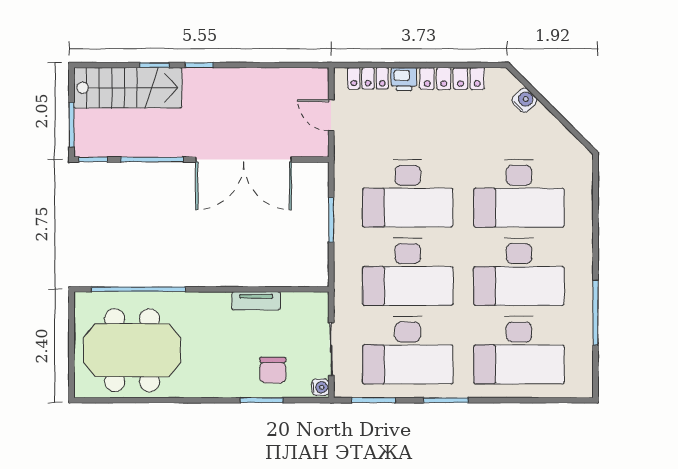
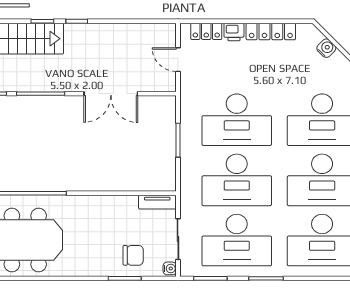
double door: (244, 159) -> (111, 94), width x0.73
tv unit: (256, 301) -> (157, 202), moved
chair: (273, 370) -> (133, 255), turned -90

